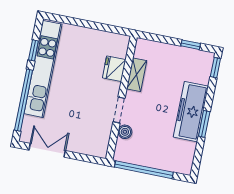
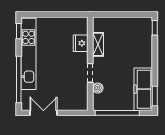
window: (191, 45) -> (133, 14), removed
window: (33, 50) -> (19, 31), moved
freezer: (191, 112) -> (143, 89), moved
window: (204, 124) -> (155, 96), moved

